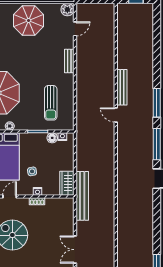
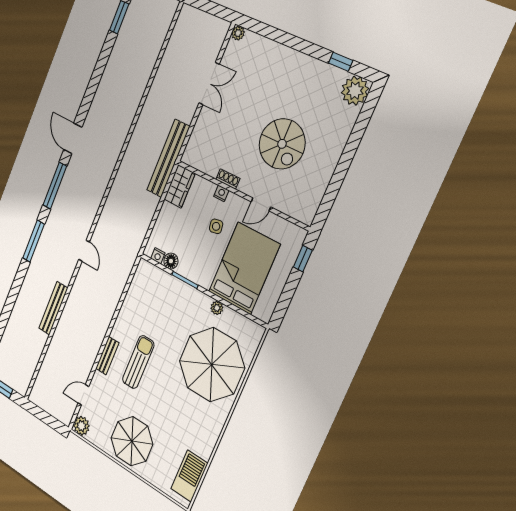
bench: (122, 87) -> (53, 308), moved
sun lounger: (51, 103) -> (138, 362), moved

